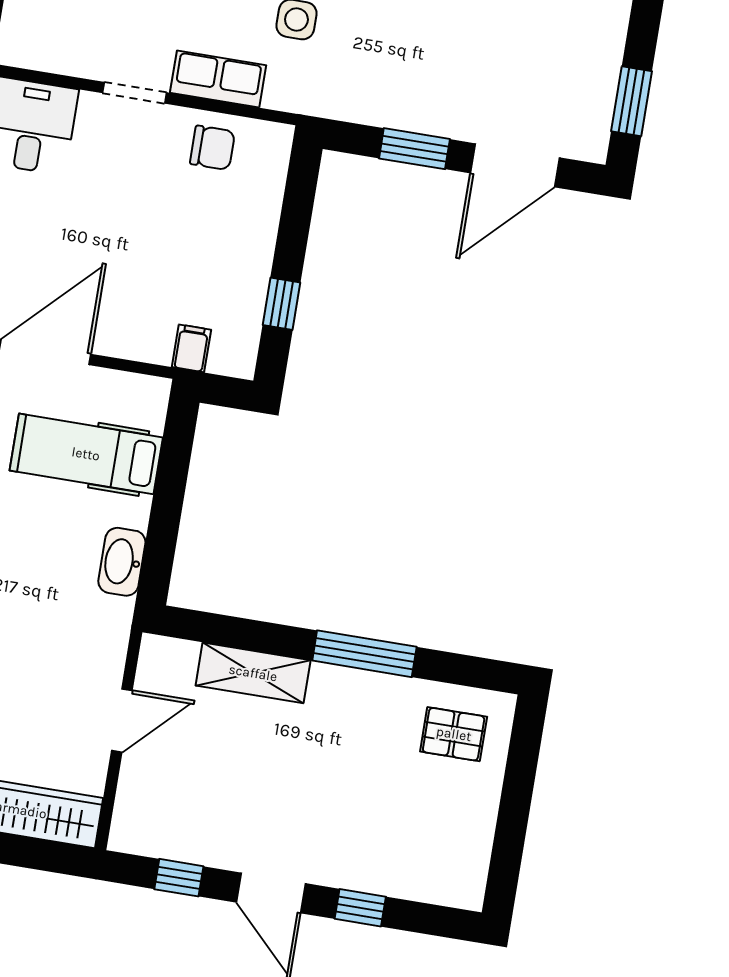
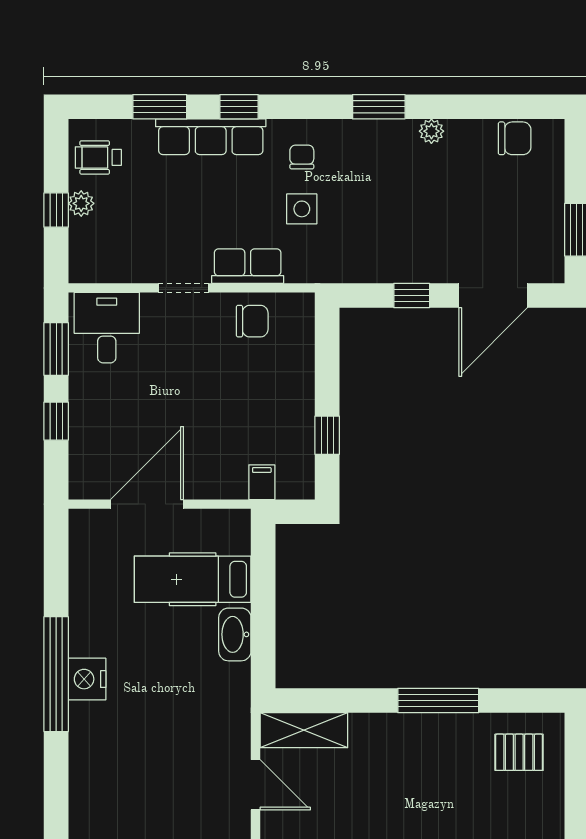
window: (414, 149) -> (412, 296), width x0.67
washbasin: (122, 562) -> (235, 634), moved
shelving: (253, 673) -> (304, 730), moved
door: (122, 720) -> (256, 785), hinge flipped

